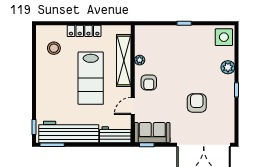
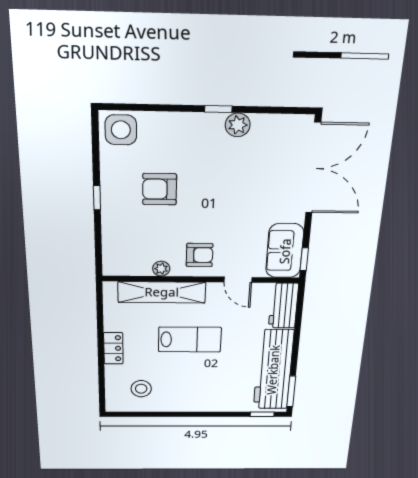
locker: (84, 31) -> (113, 348), width x0.66
plant: (228, 67) -> (238, 125), moved
lab bench: (91, 78) -> (190, 340), width x0.73, depth x0.72
armchair: (197, 103) -> (160, 189), moved

